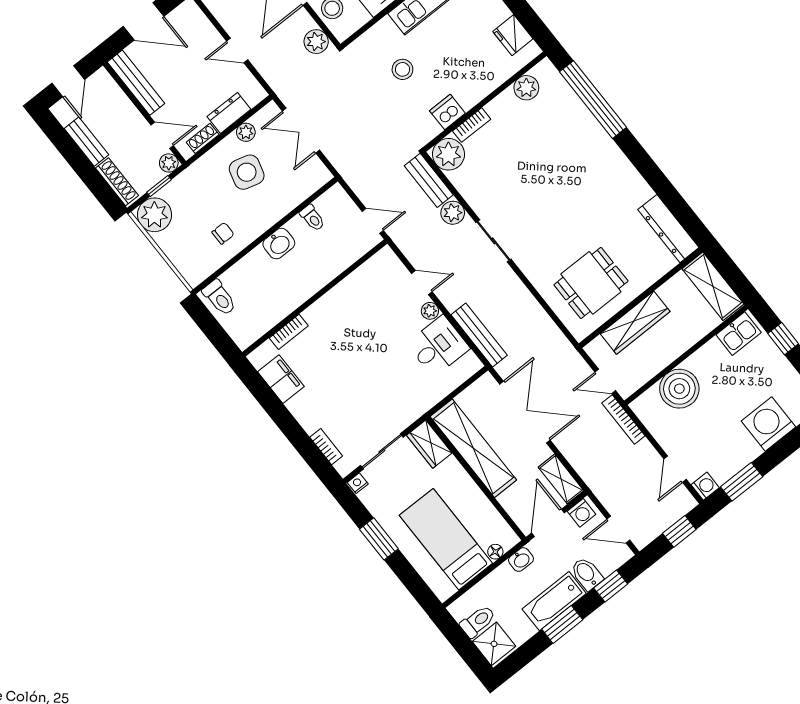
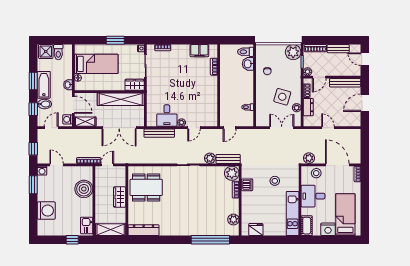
door: (237, 50) -> (328, 128), hinge flipped
washbasin: (279, 244) -> (248, 64), moved
dining table: (591, 283) -> (146, 187), width x1.38
wardrobe: (635, 323) -> (120, 197), width x0.67

